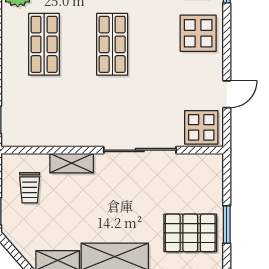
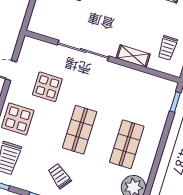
display table: (201, 127) -> (47, 87), moved
trolley: (30, 188) -> (167, 48), turned 180

